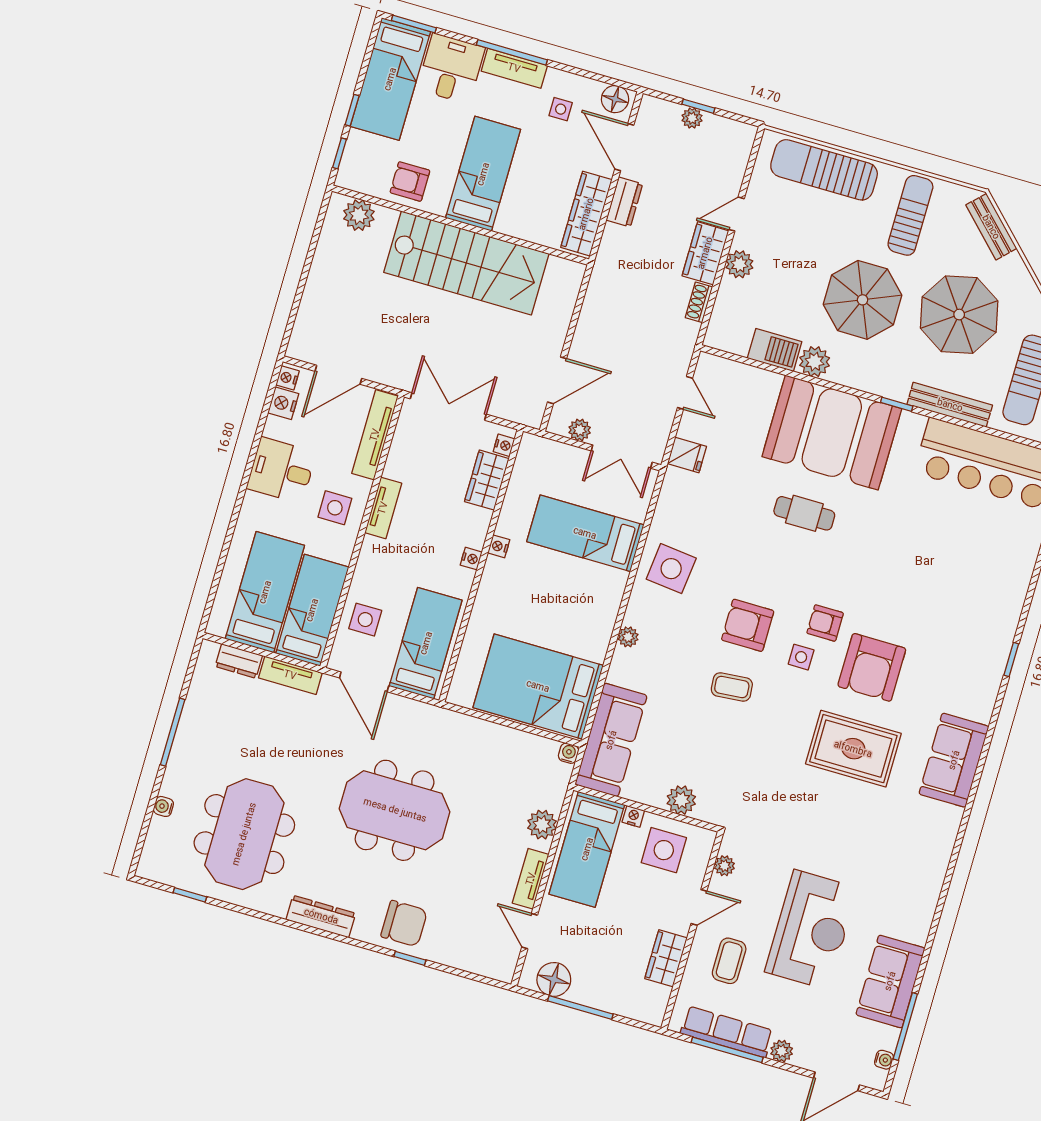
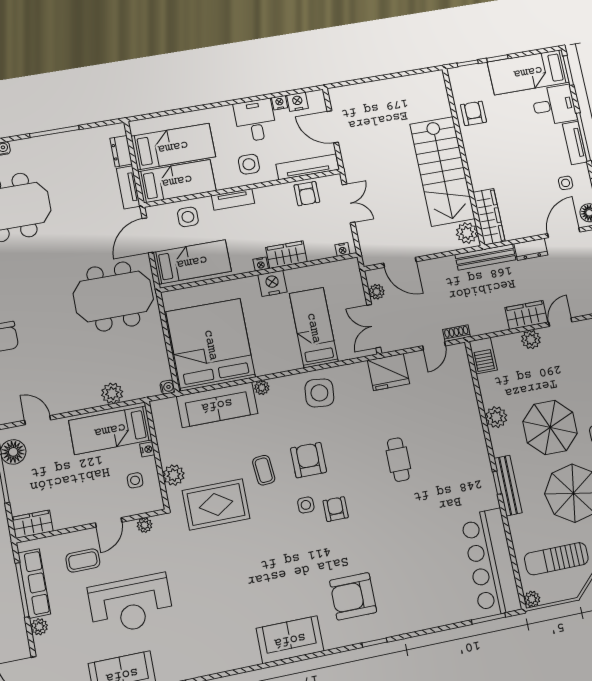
bed: (483, 174) -> (502, 155), removed
wardrobe: (586, 214) -> (489, 217), moved, turned 90
door: (737, 214) -> (560, 322), hinge flipped
plant: (359, 215) -> (467, 233), moved
bench: (605, 266) -> (485, 257), added
shoe rack: (699, 302) -> (457, 333), moved
barbecue: (775, 350) -> (483, 356), moved
nightstand: (287, 378) -> (280, 103), moved
bench: (950, 405) -> (508, 486), moved
double door: (448, 406) -> (349, 203), width x0.73
booth: (832, 433) -> (458, 451), removed
armchair: (409, 453) -> (307, 194), added
fridge: (687, 455) -> (388, 372), width x1.88, depth x1.34
wardrobe: (487, 480) -> (286, 255), moved
tv unit: (383, 508) -> (233, 199), moved
nightstand: (499, 546) -> (272, 283), width x1.89, depth x1.79
armchair: (872, 667) -> (353, 596), moved
bed: (538, 686) -> (211, 345), width x1.36
sofa: (611, 740) -> (217, 405), moved
rug: (853, 749) -> (216, 504), moved, turned 90
meeting table: (395, 810) -> (113, 296), moved, turned 90
side table: (664, 850) -> (135, 480), width x0.54, depth x0.54
tv unit: (531, 879) -> (73, 404), removed
door: (699, 907) -> (109, 522), hinge flipped
door: (530, 931) -> (38, 420), hinge flipped
wardrobe: (666, 958) -> (32, 524), moved

